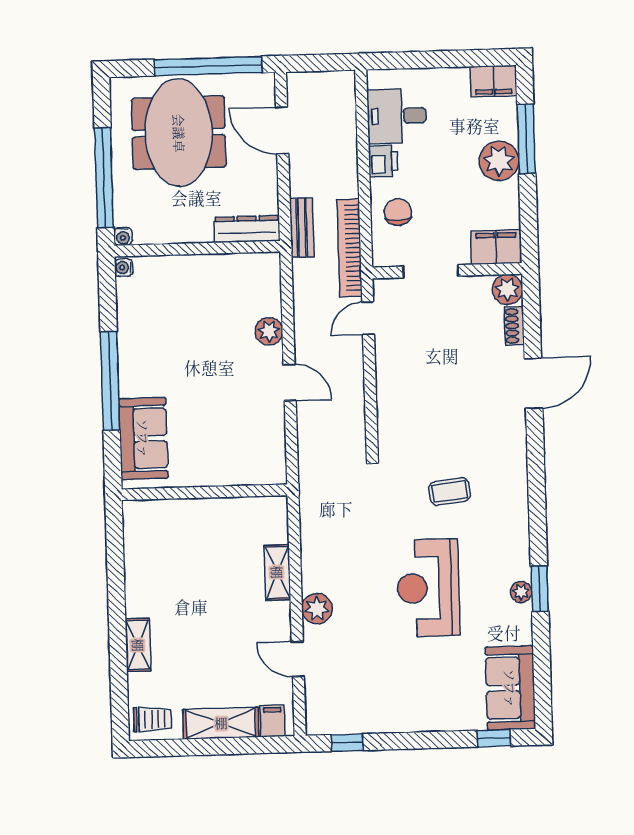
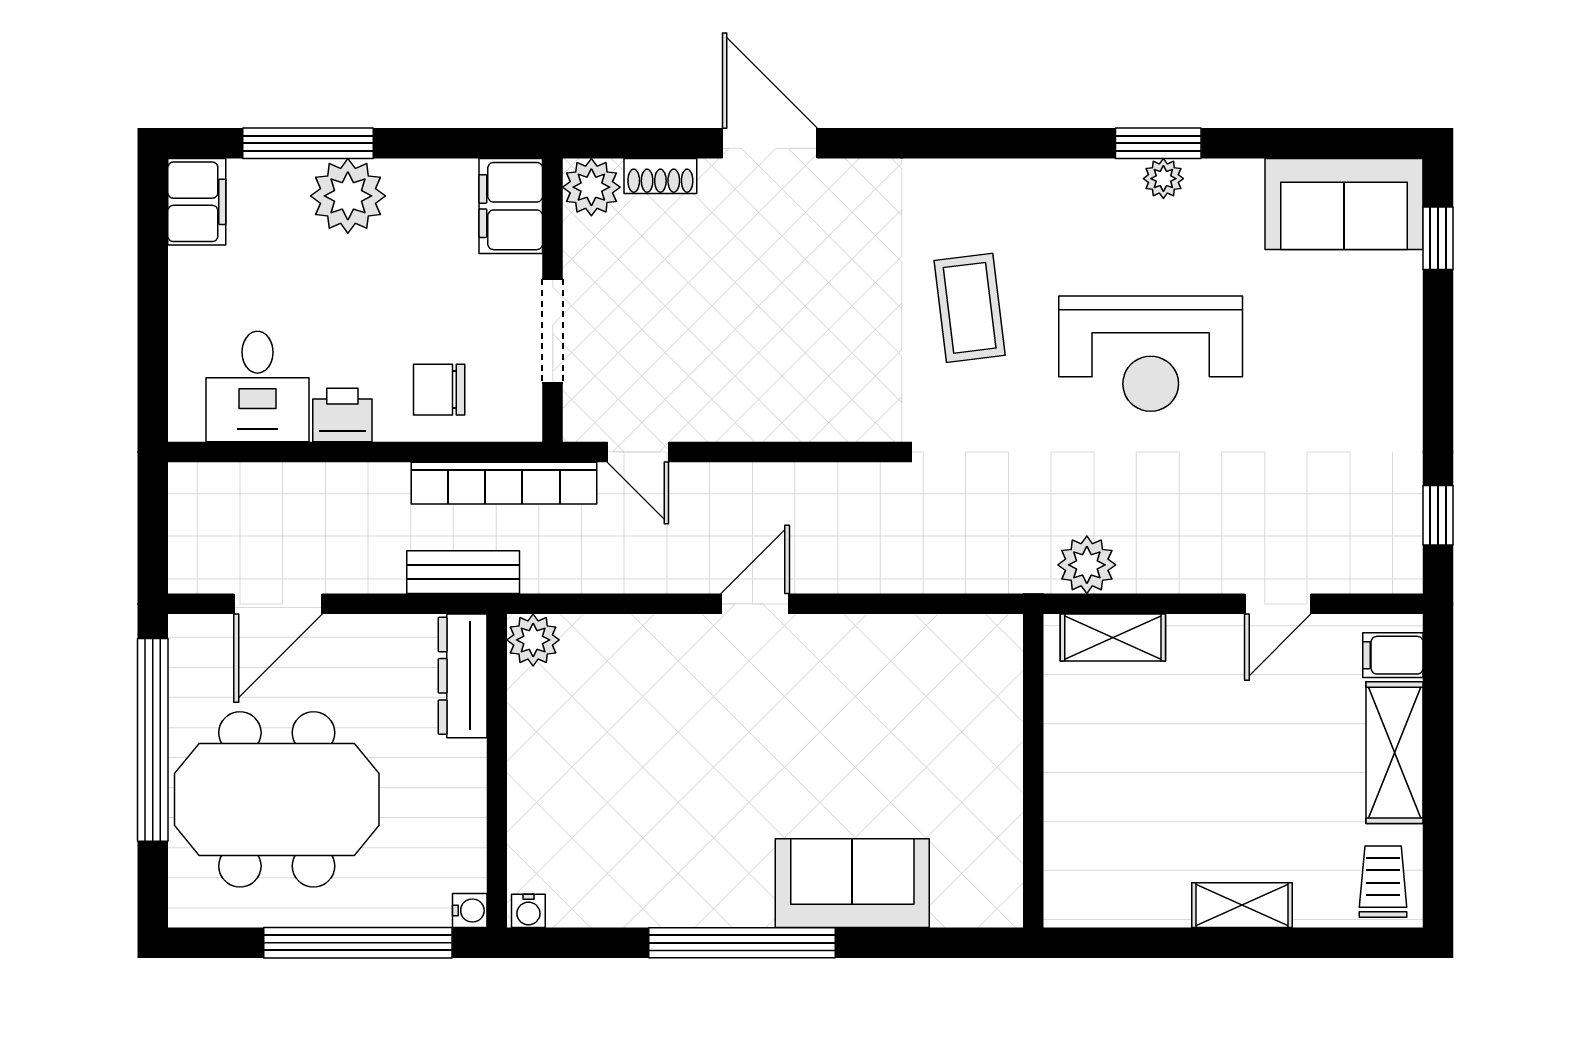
plant: (269, 331) -> (533, 640), moved
coffee table: (450, 491) -> (970, 308), width x1.36, depth x1.30
wall: (204, 492) -> (1033, 771), moved
plant: (317, 609) -> (1087, 565), moved

